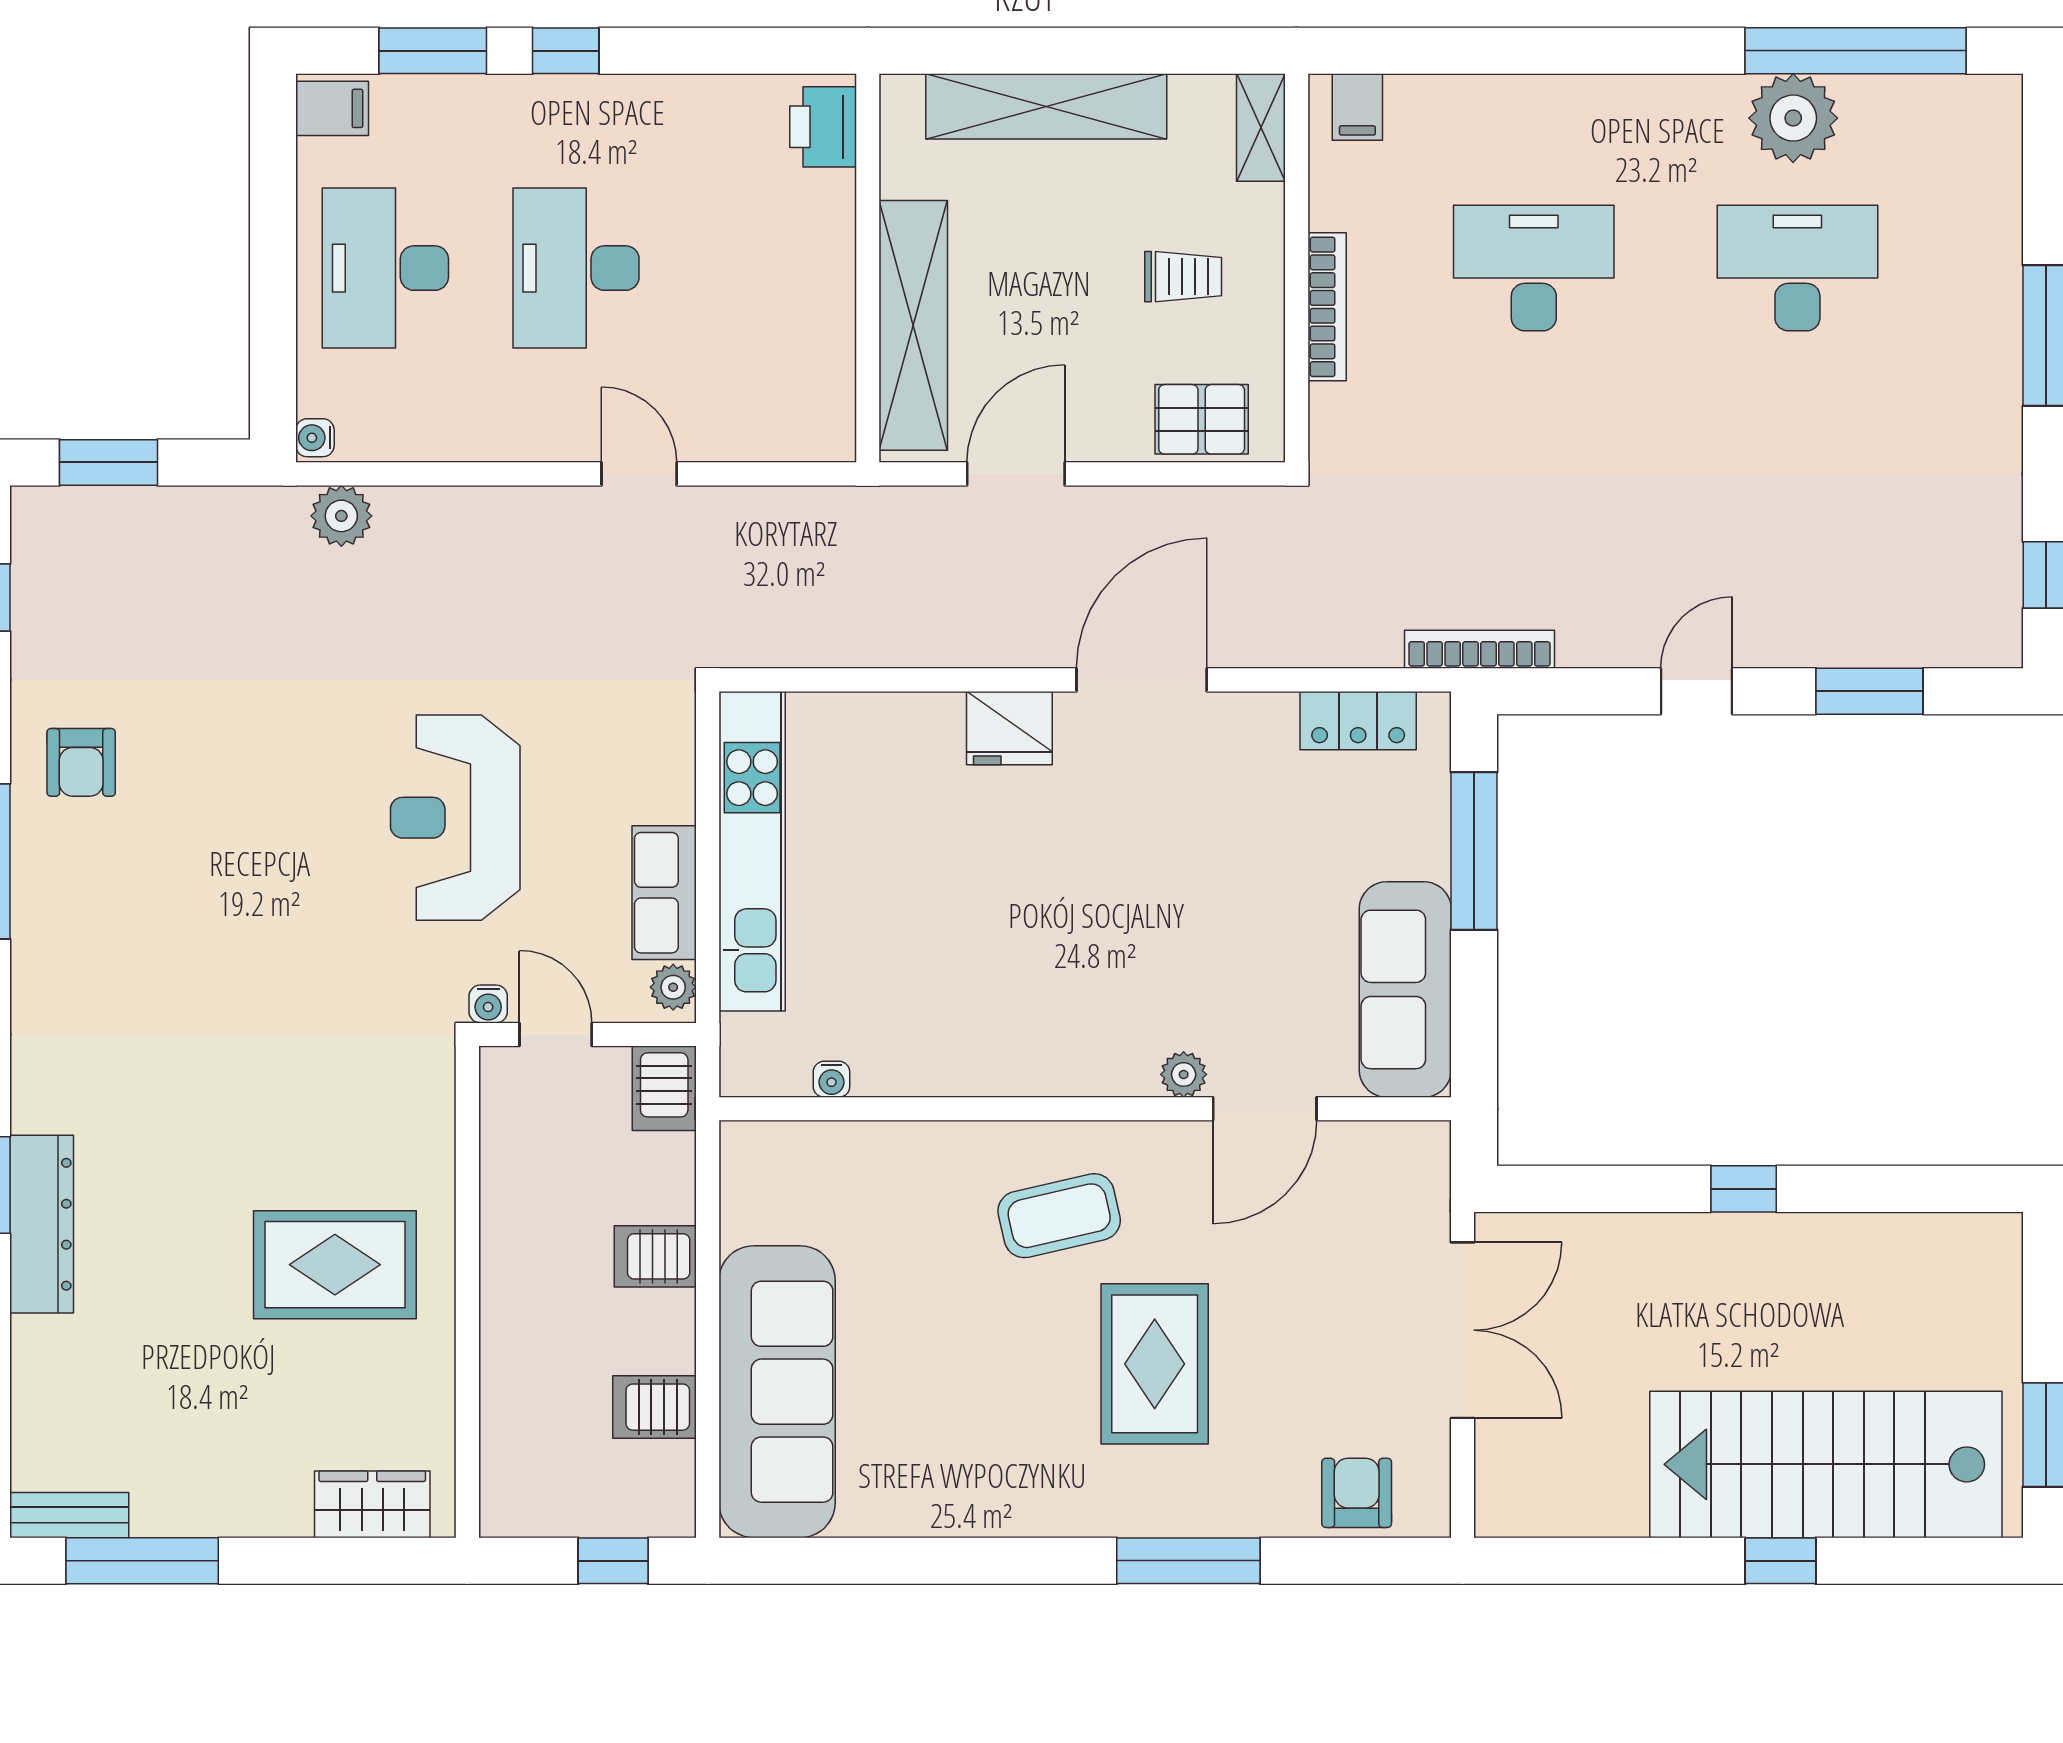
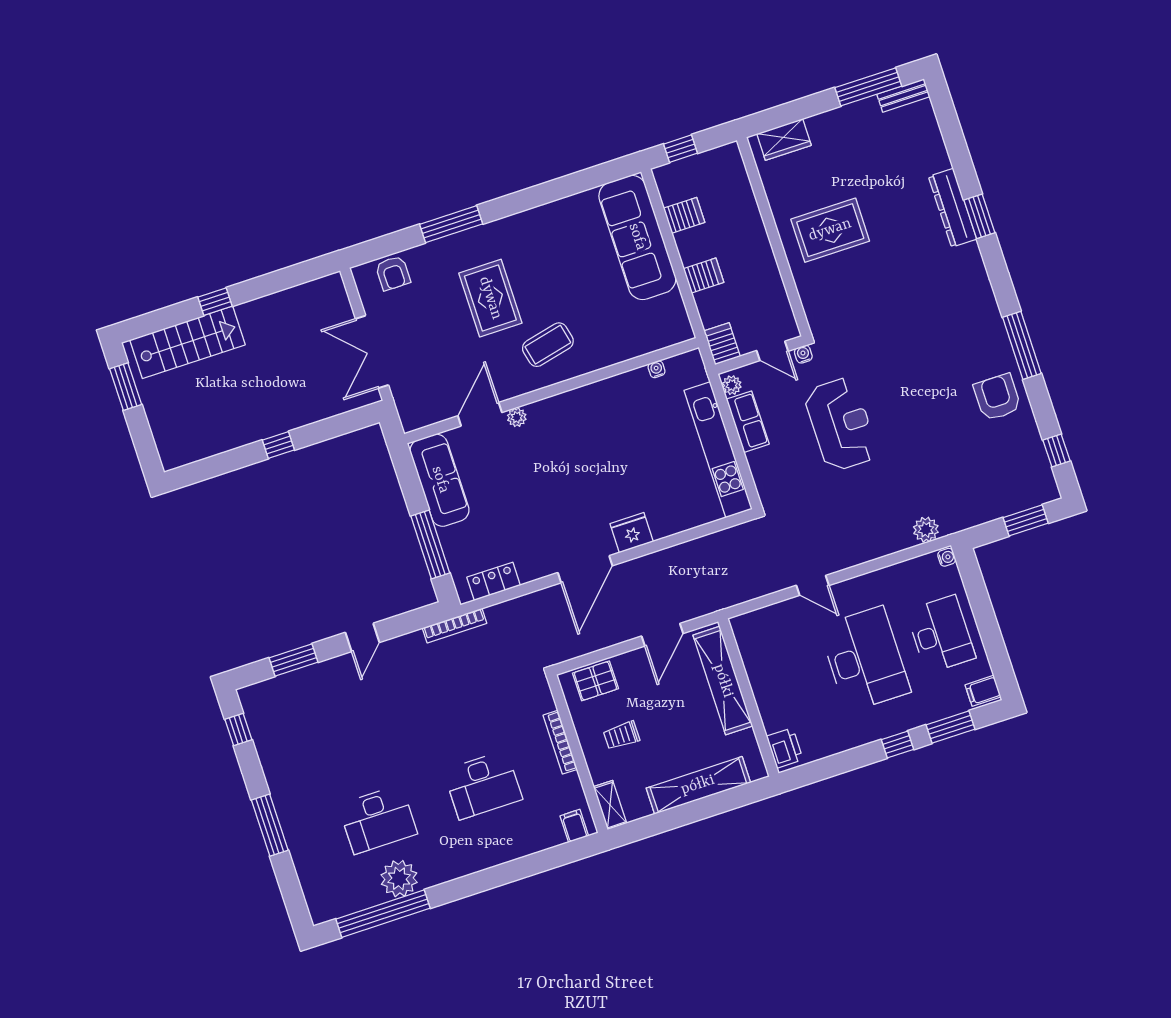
desk: (576, 268) -> (865, 659), width x1.36, depth x1.30
armchair: (81, 762) -> (997, 397), width x1.38, depth x1.38
stairs: (1826, 1464) -> (188, 342), width x0.73, depth x0.66

